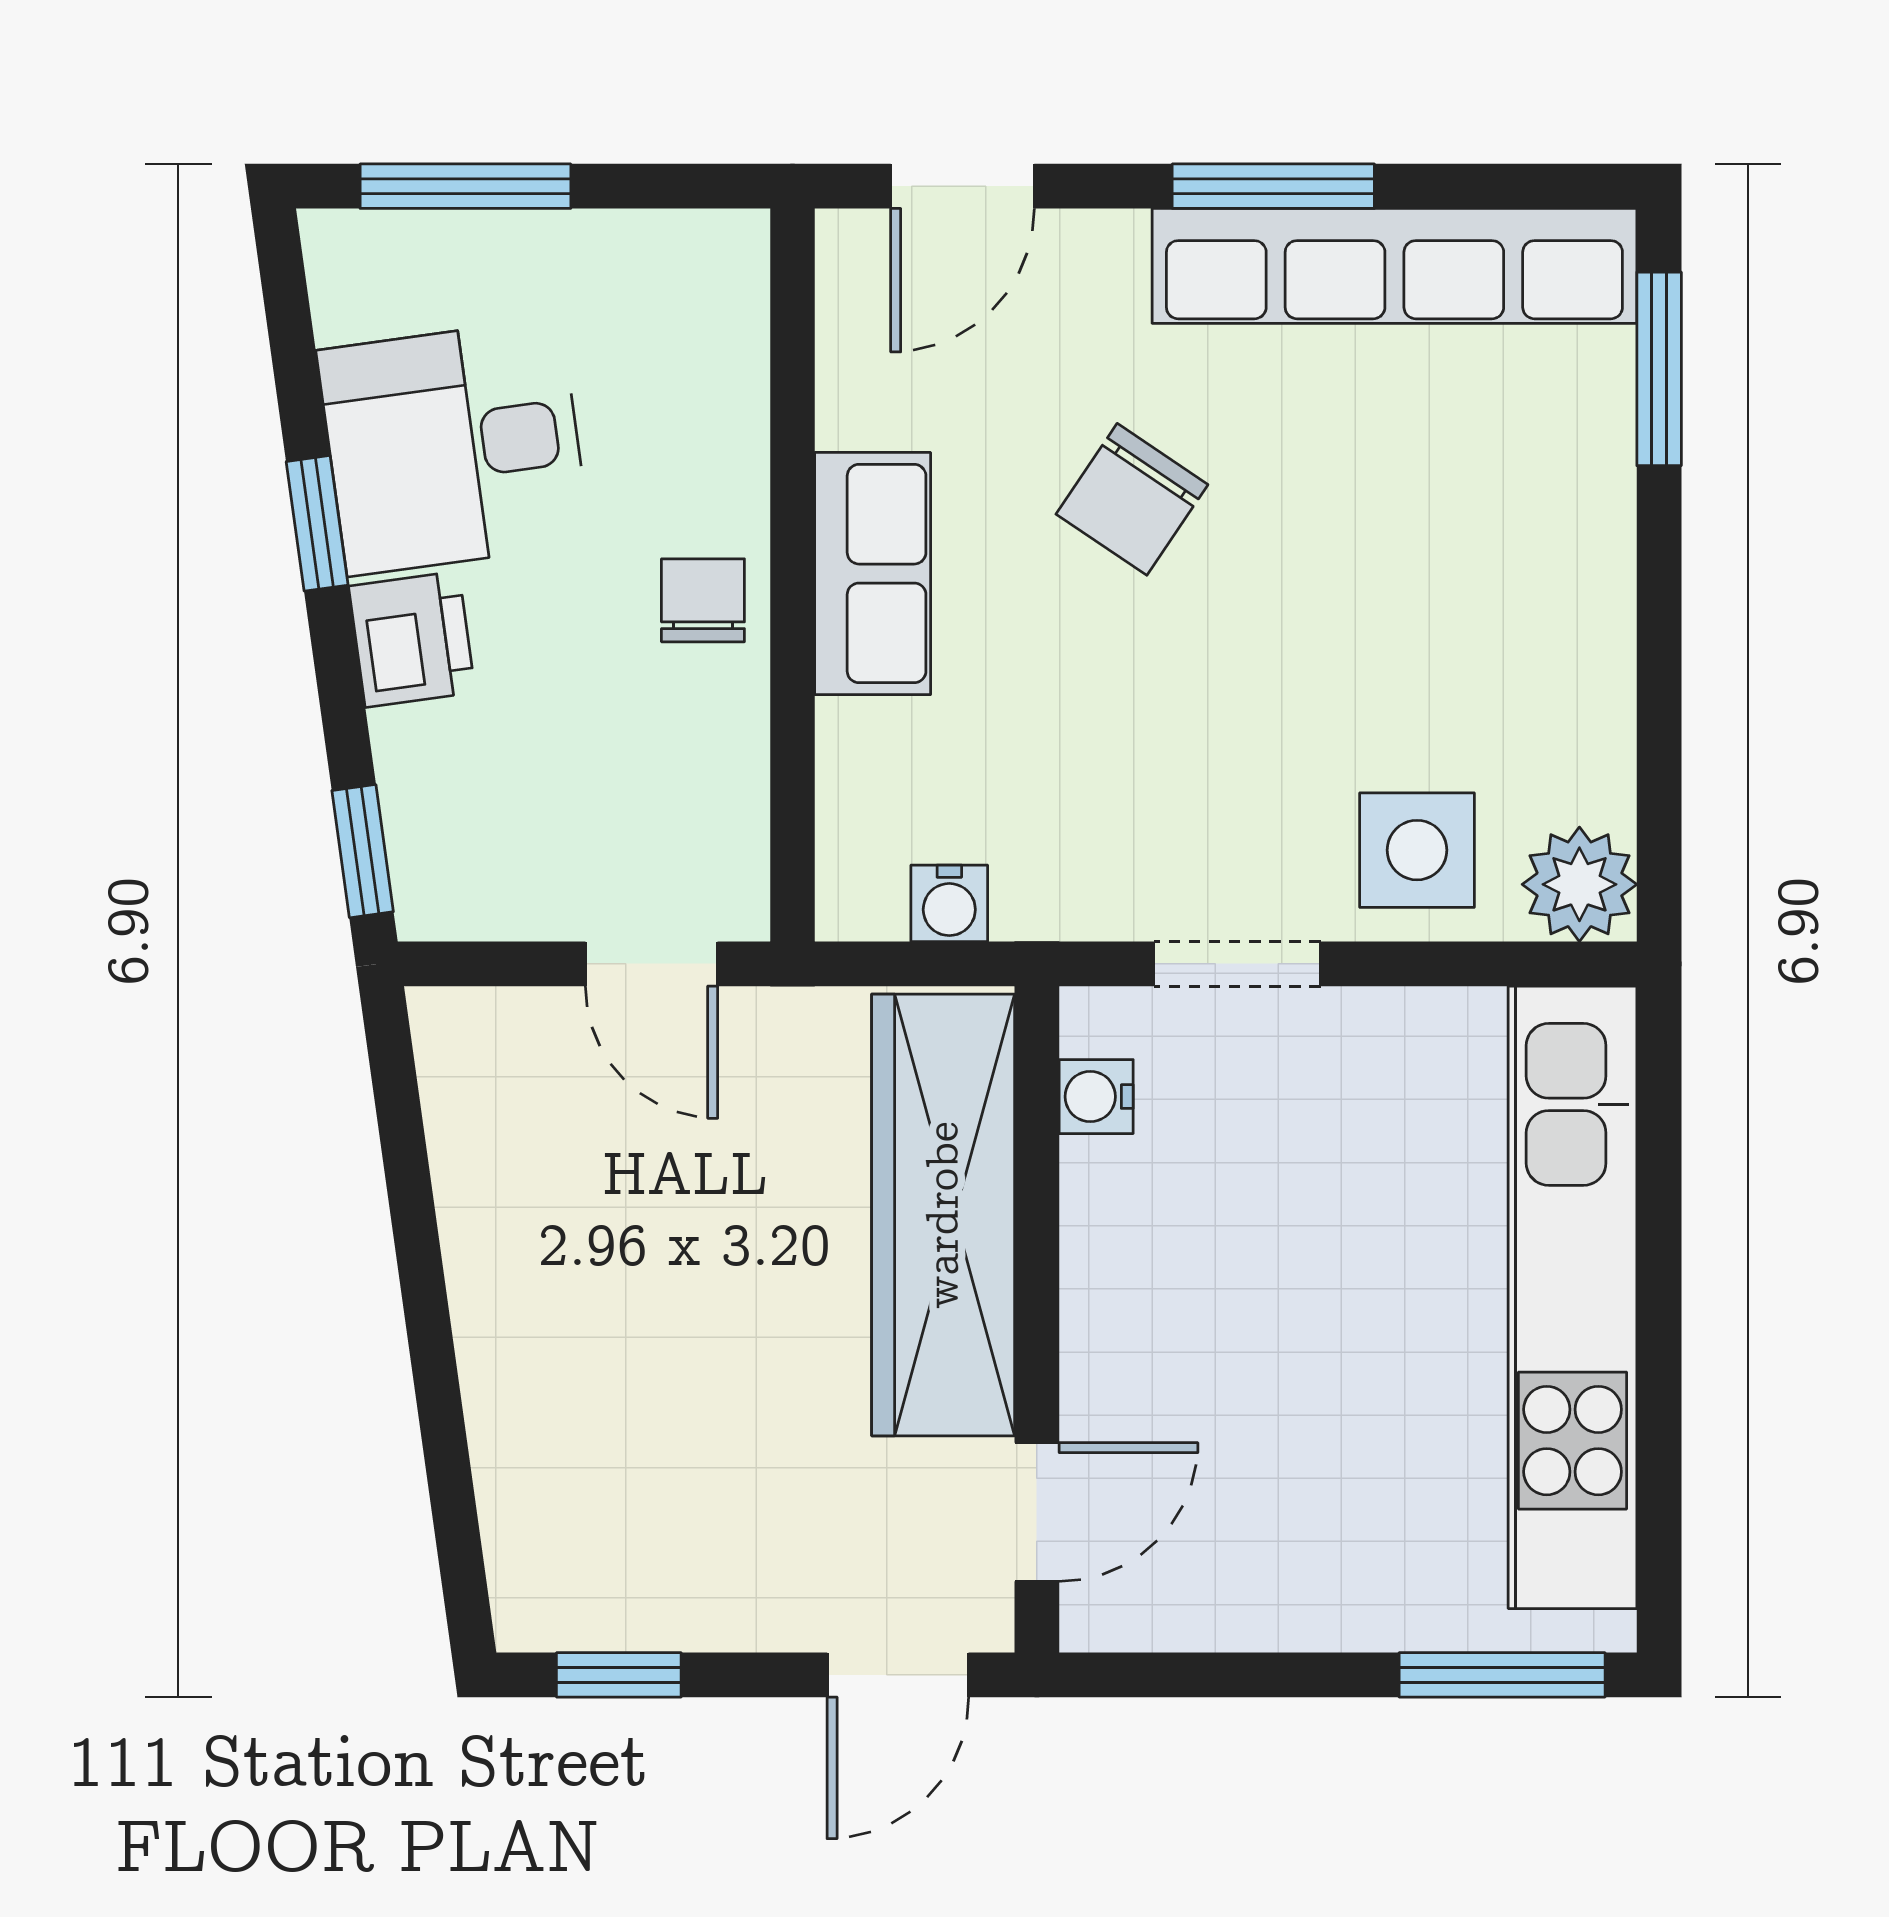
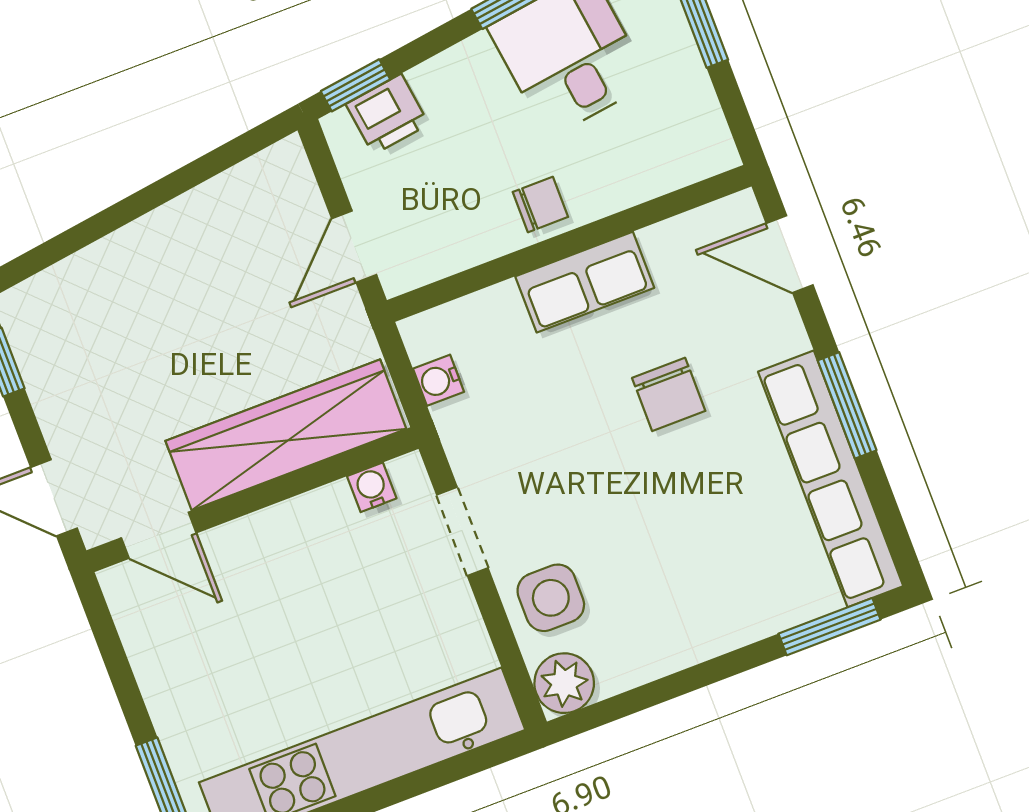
chair: (1132, 499) -> (669, 394), turned -124
printer: (412, 639) -> (387, 114), moved

